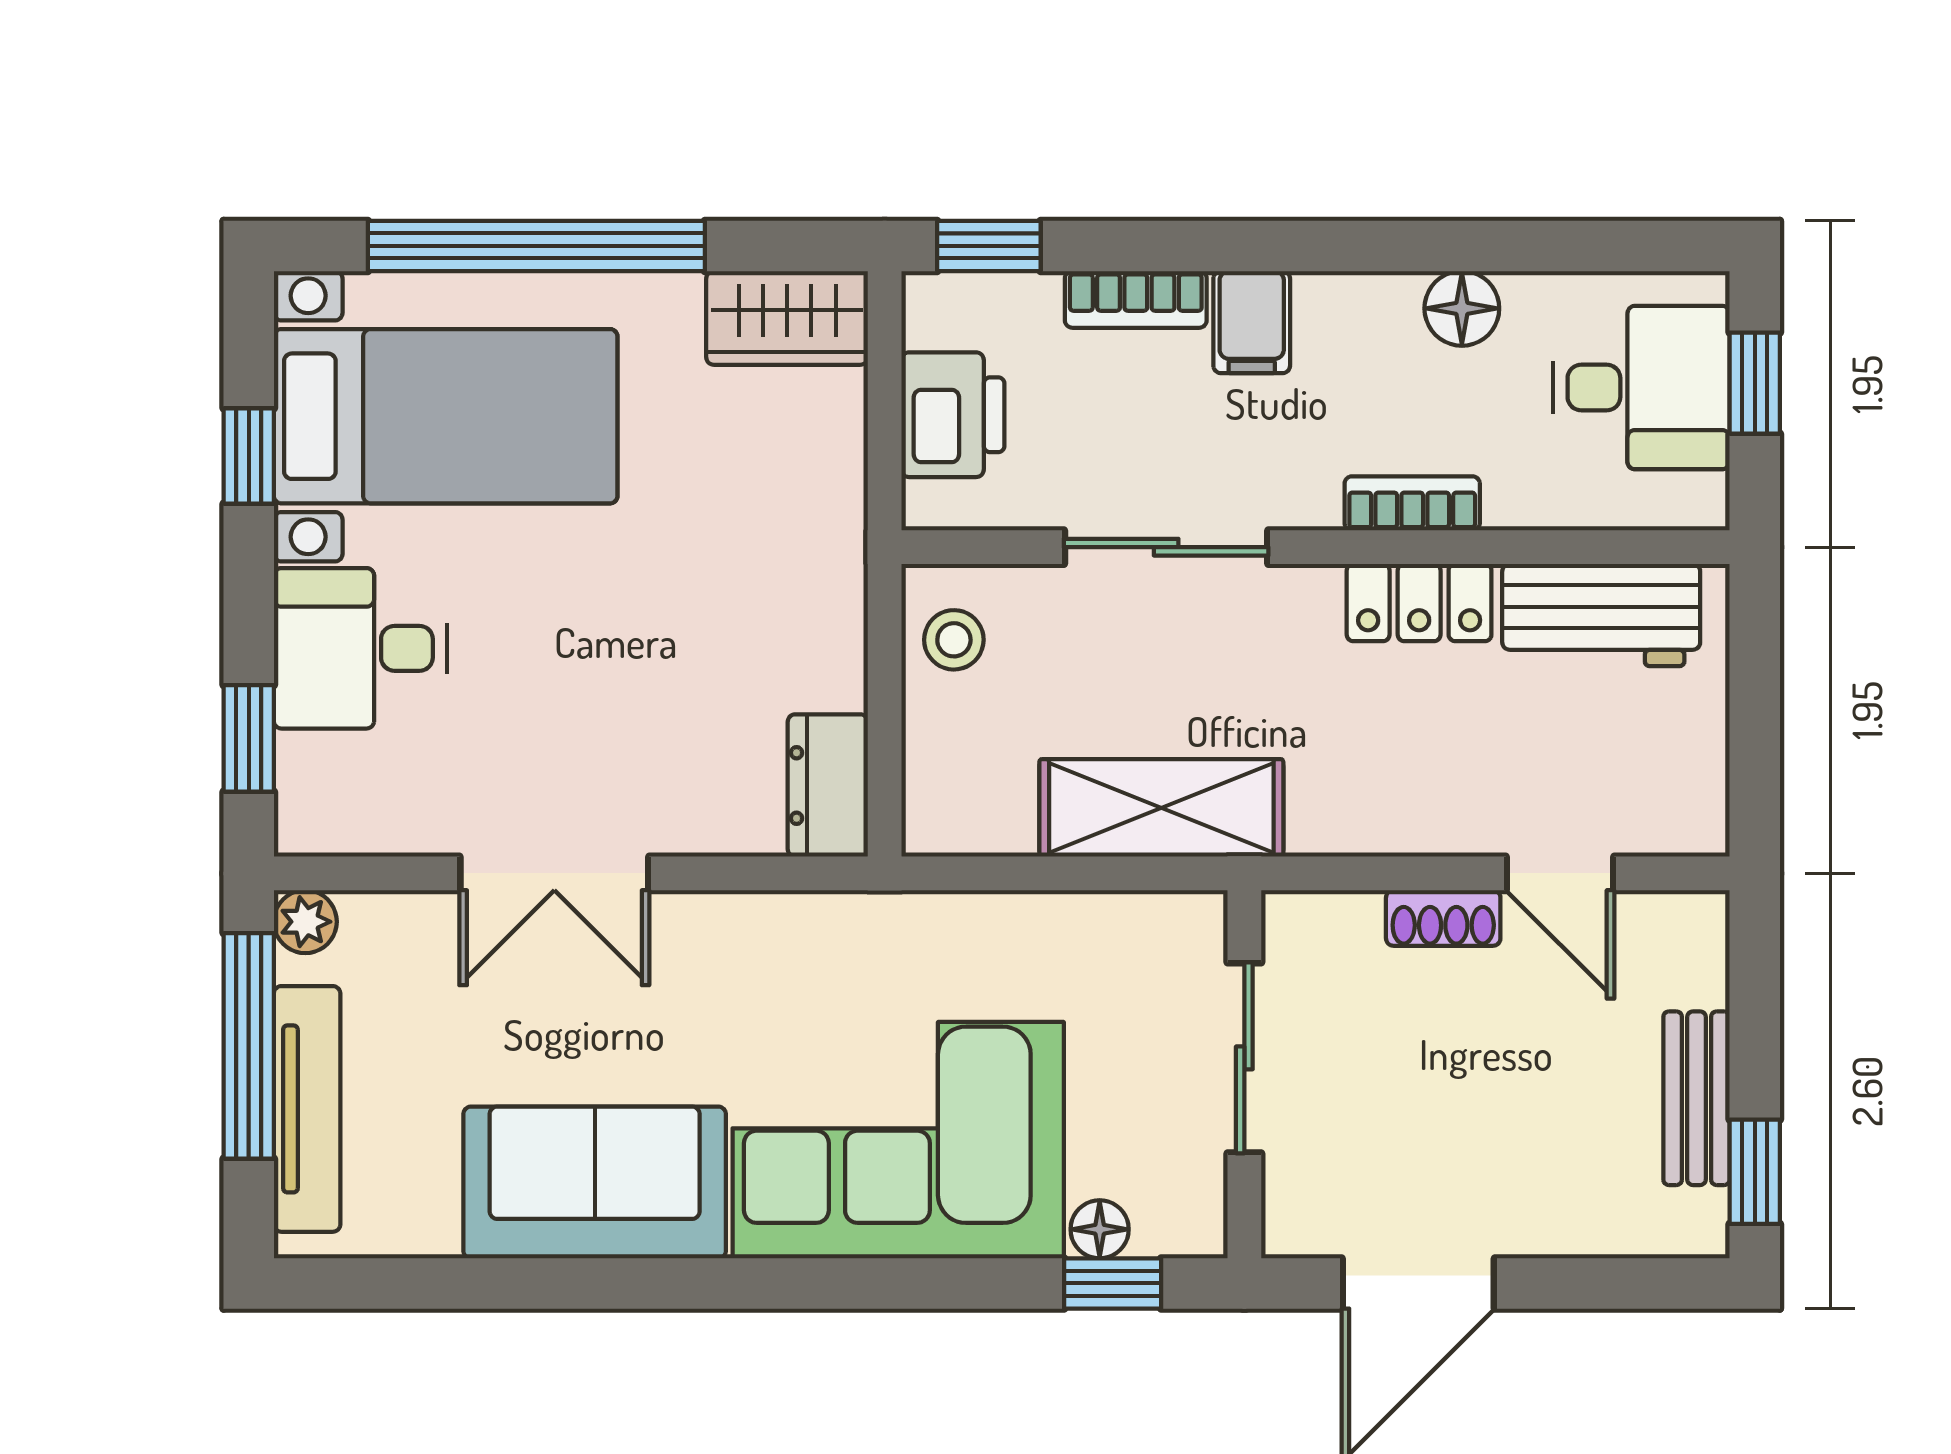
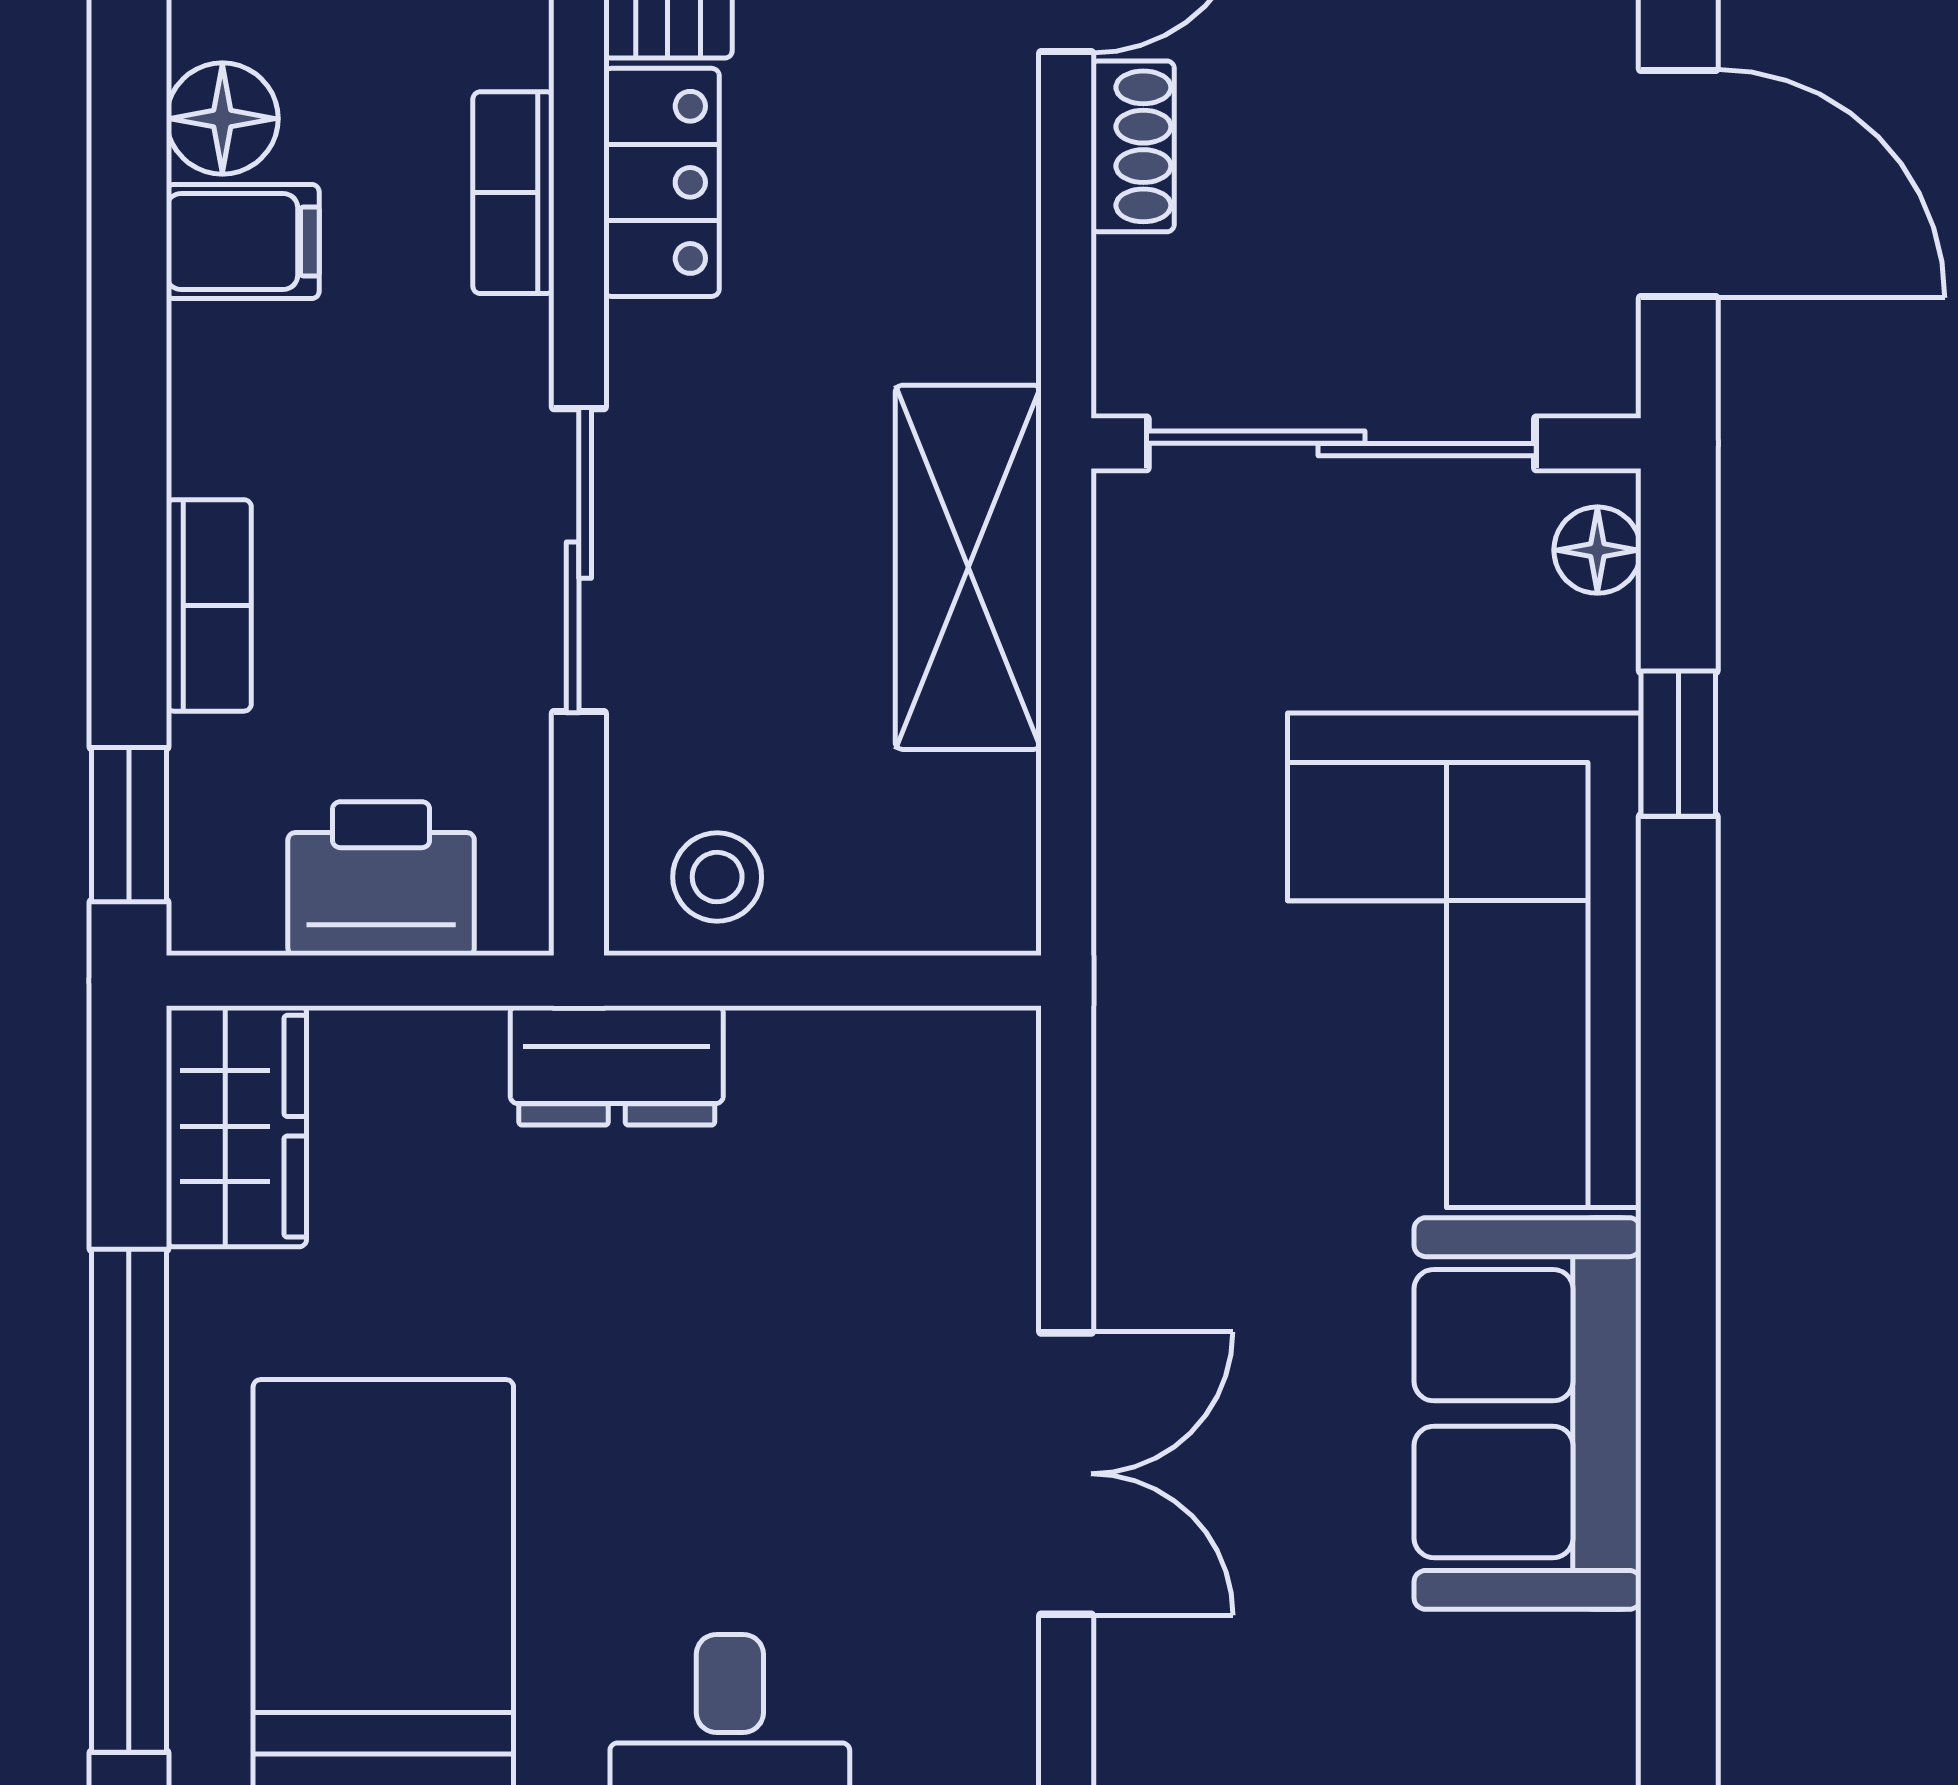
filing cabinet: (1252, 322) -> (243, 242), moved
dresser: (828, 786) -> (617, 1065), moved
sliding door: (1244, 1058) -> (1341, 443), width x1.37
floor lamp: (1100, 1229) -> (1597, 550), moved
window: (1113, 1283) -> (1678, 744), moved

